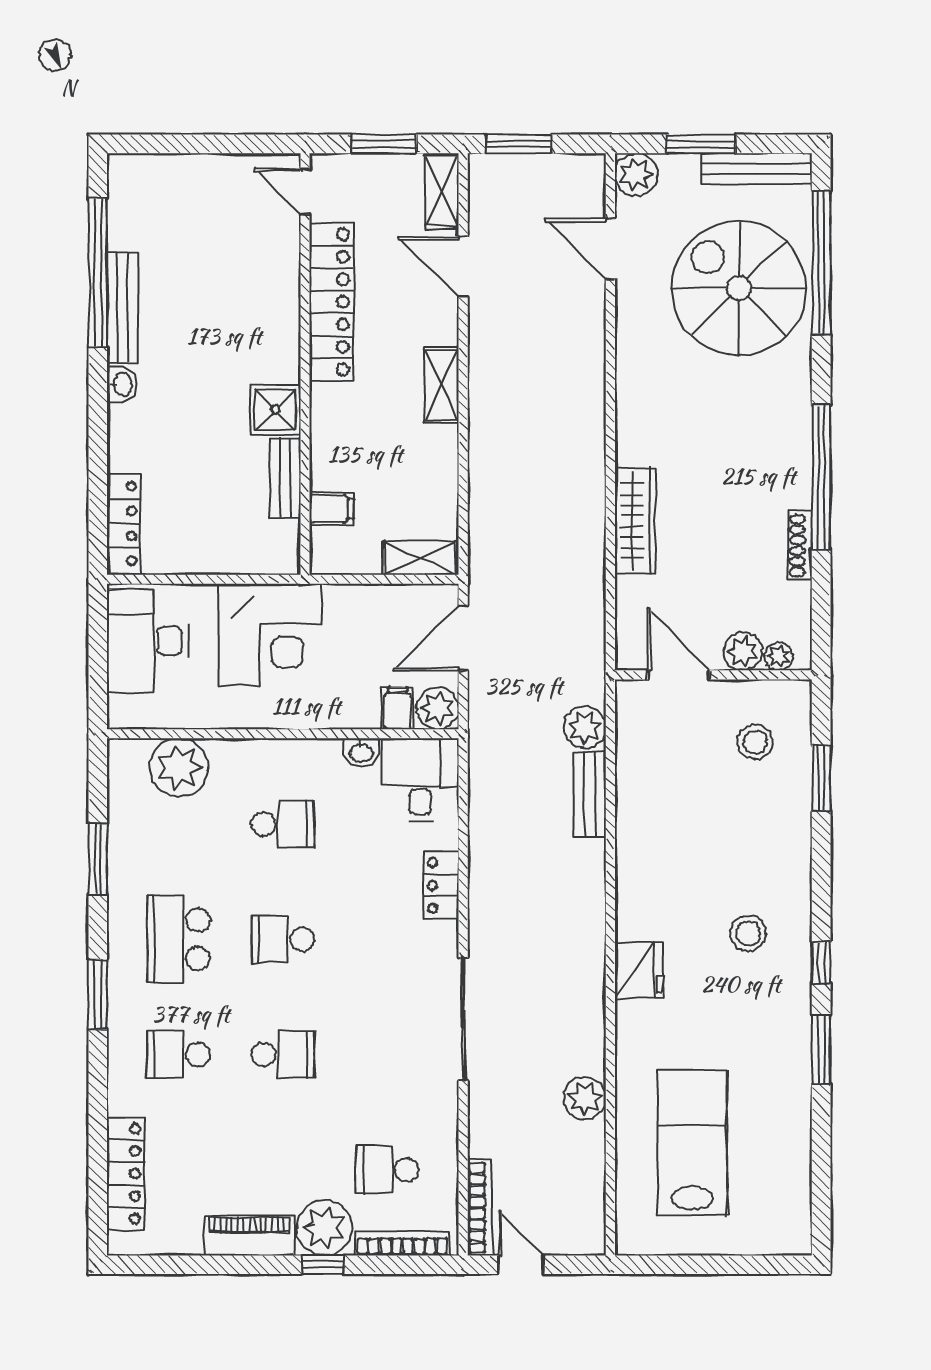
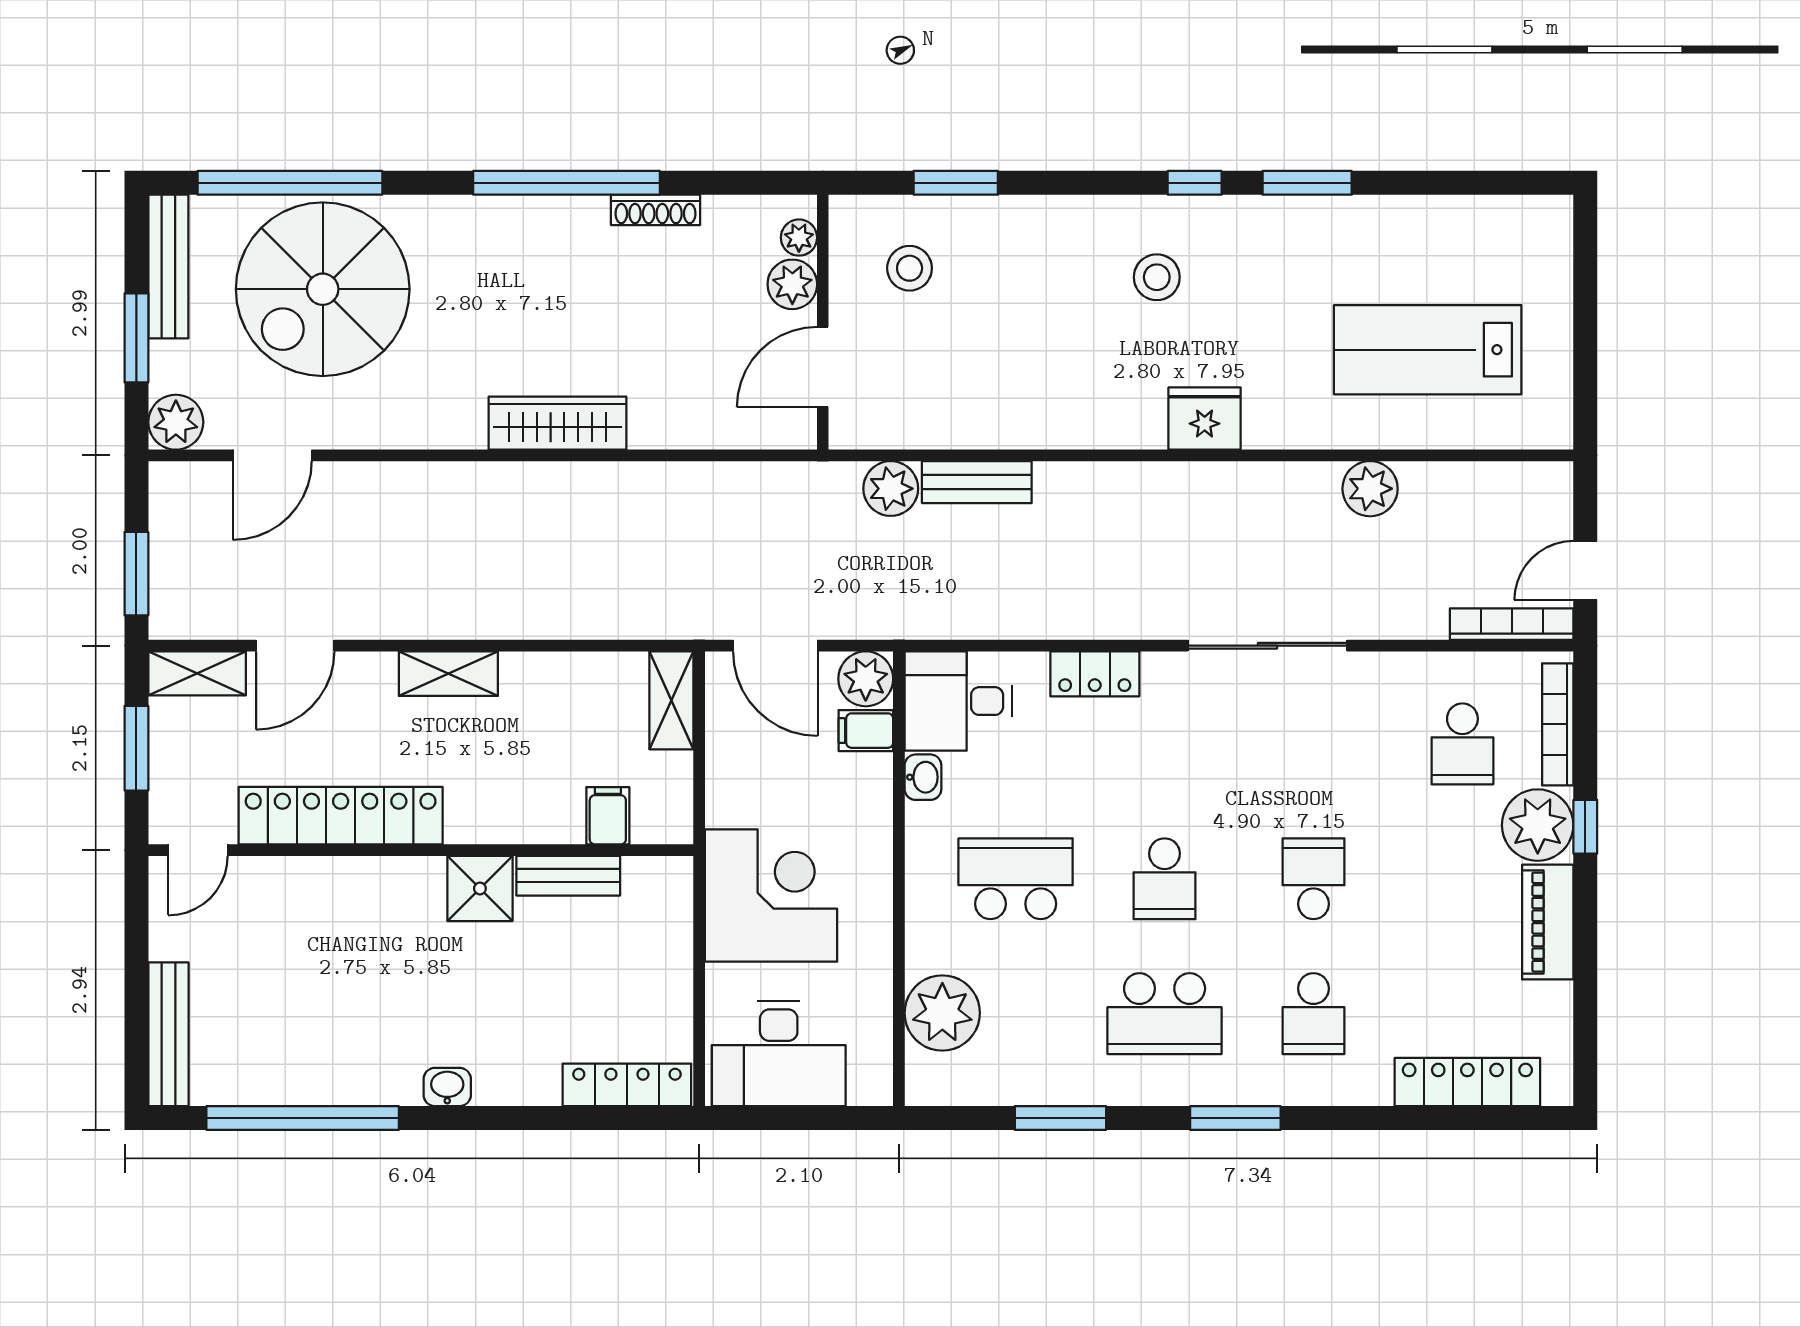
bench: (123, 308) -> (168, 1034), moved, turned 90
wardrobe: (635, 521) -> (558, 423), moved
school desk: (283, 824) -> (1016, 879), width x1.85

